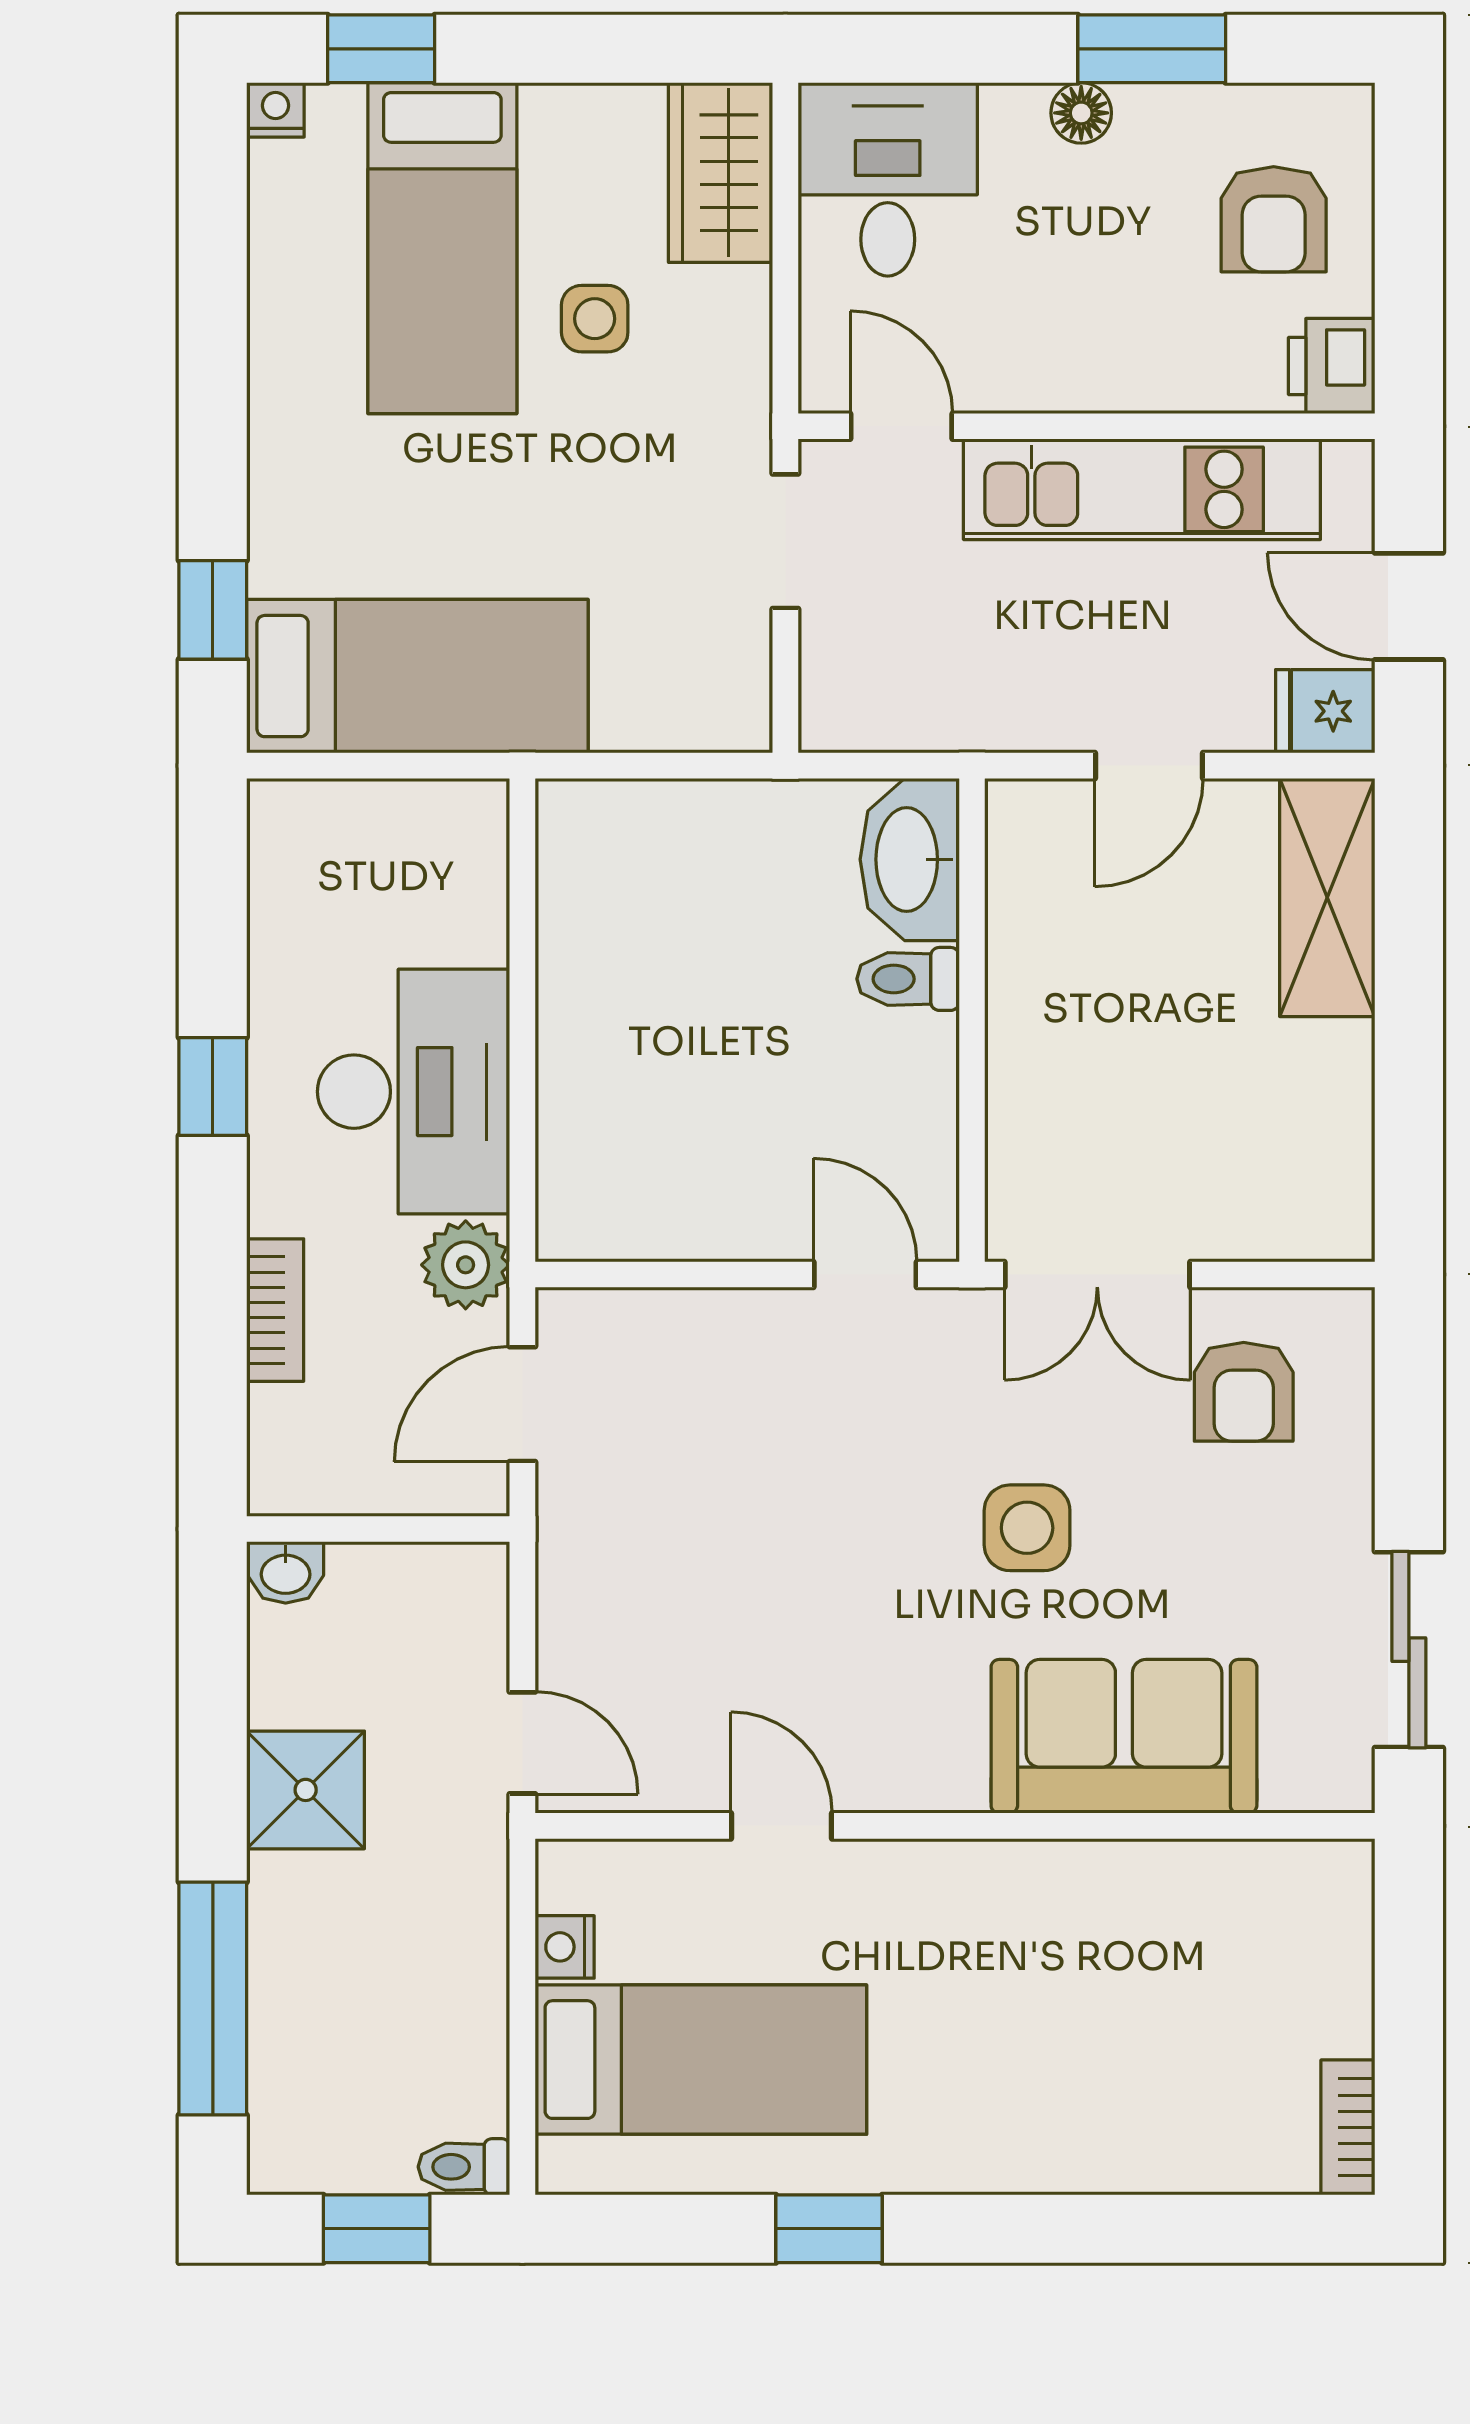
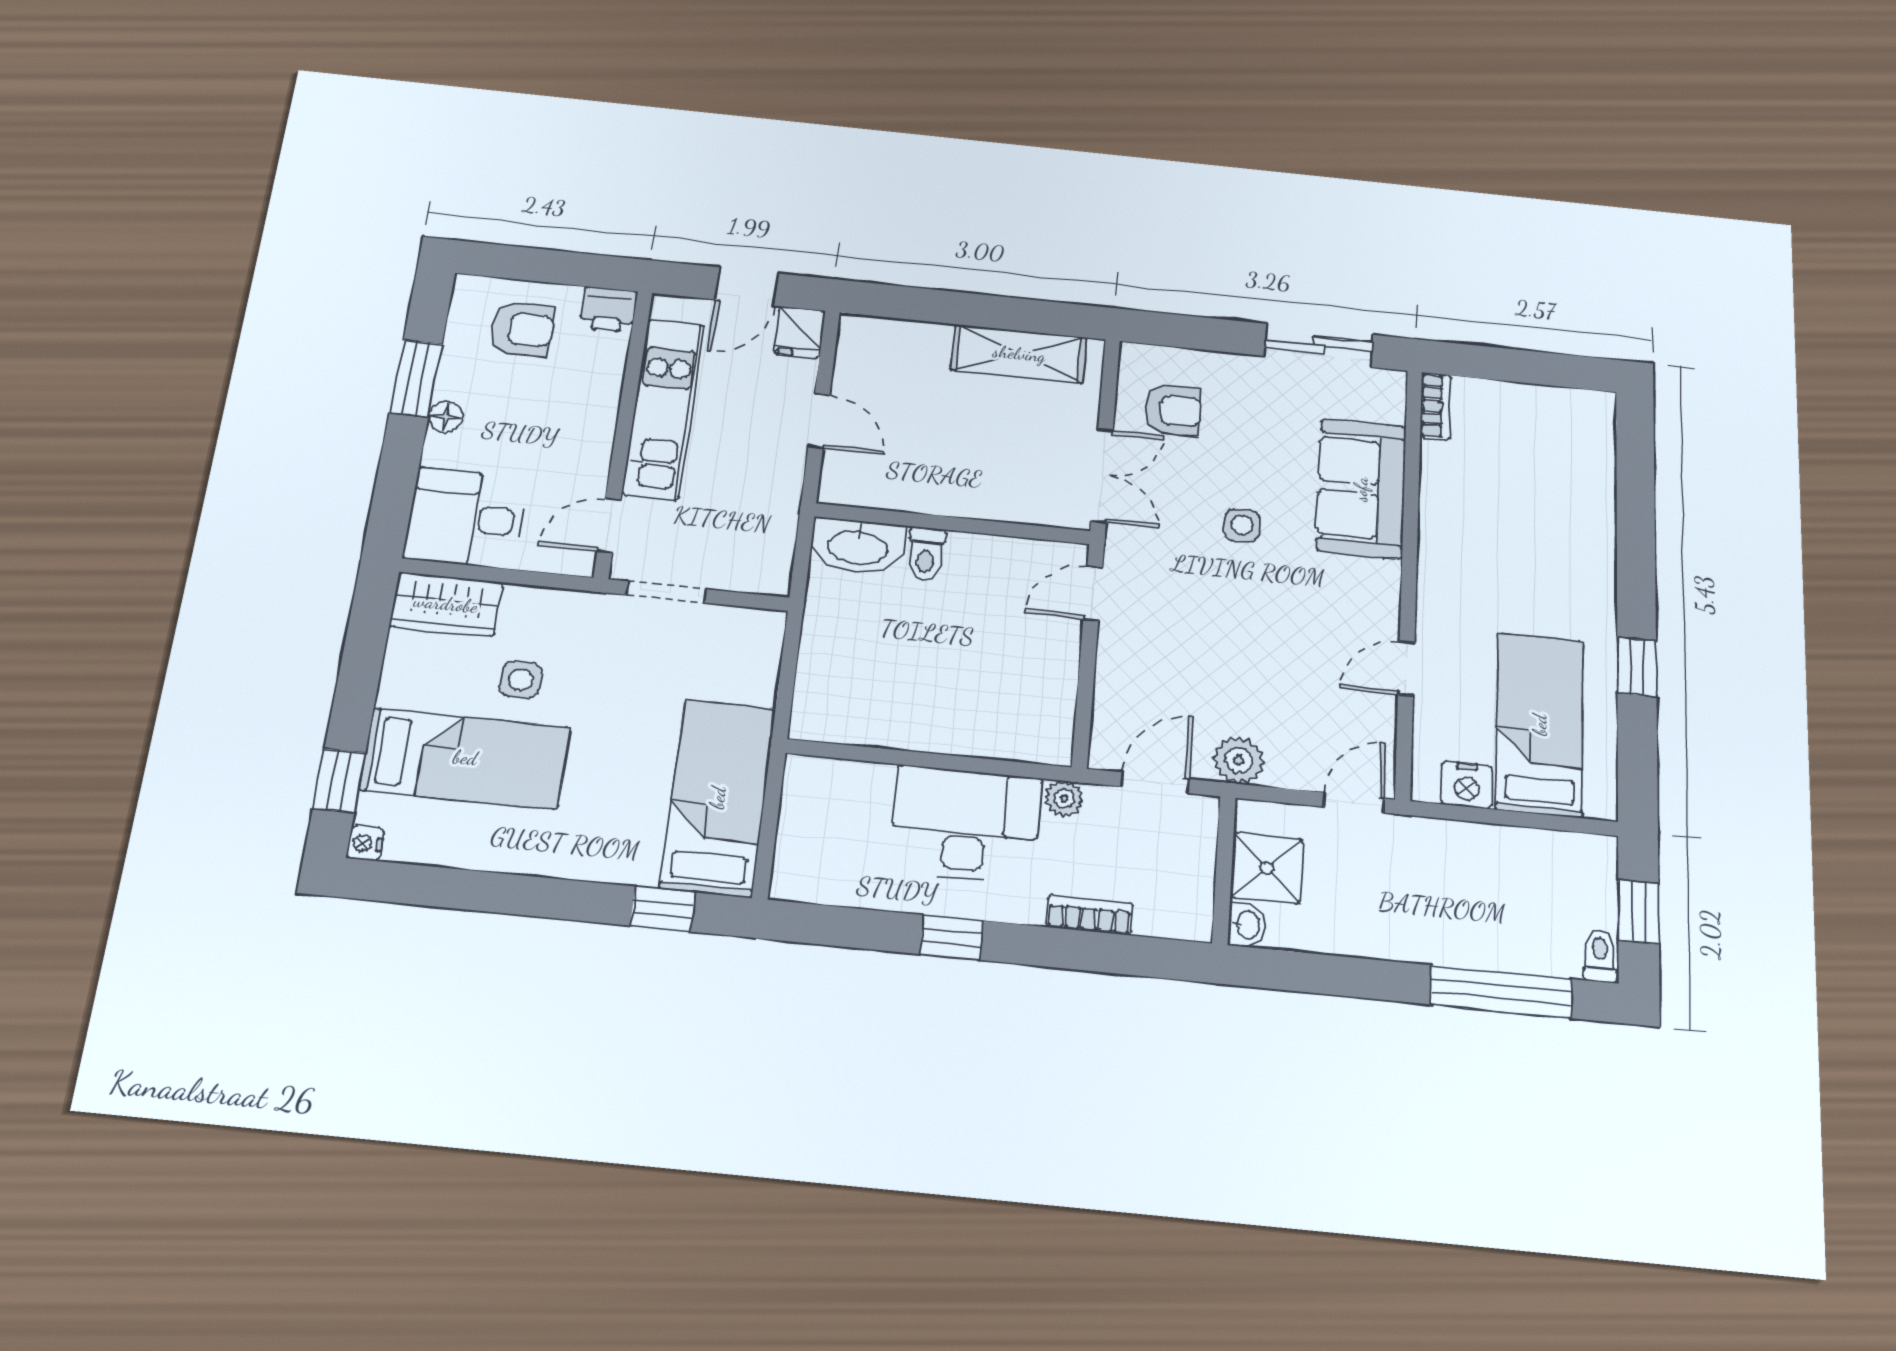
shelving: (1327, 897) -> (1019, 354), moved
plant: (466, 1265) -> (1064, 798), width x0.73, depth x0.73
door: (522, 1404) -> (1155, 783), swing flipped
side table: (1027, 1528) -> (1242, 525), width x0.73, depth x0.73
plant: (579, 1544) -> (1239, 760), added
shower: (306, 1790) -> (1267, 868), moved
nightstand: (565, 1947) -> (1467, 785), width x1.39, depth x1.35
bookcase: (1348, 2127) -> (1436, 406), moved, turned -90
toilet: (464, 2167) -> (1600, 956), moved, turned 180

